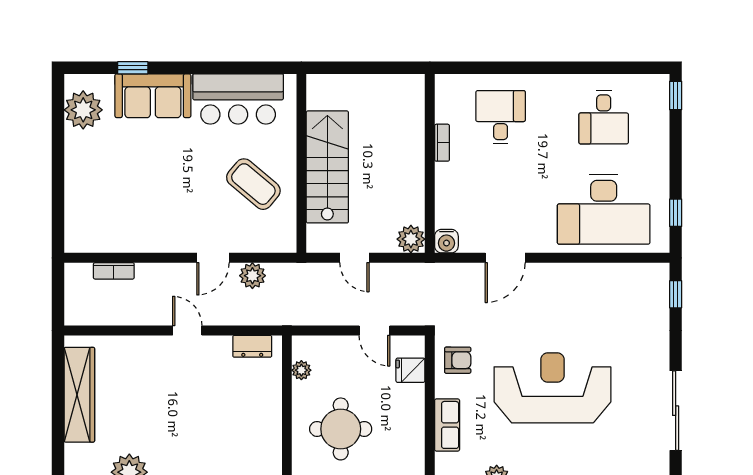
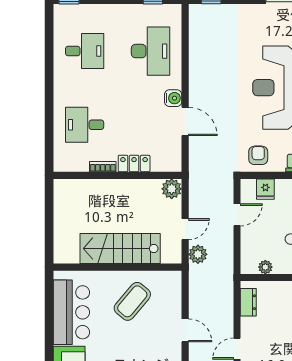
locker: (446, 186) -> (134, 163), added
desk: (604, 210) -> (151, 51), width x0.73, depth x0.77
water cooler: (446, 241) -> (173, 98), moved
plant: (252, 276) -> (198, 254), moved

